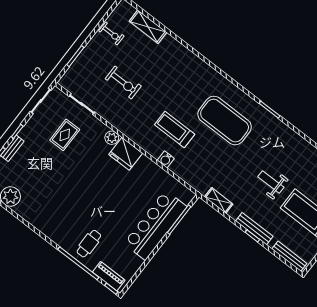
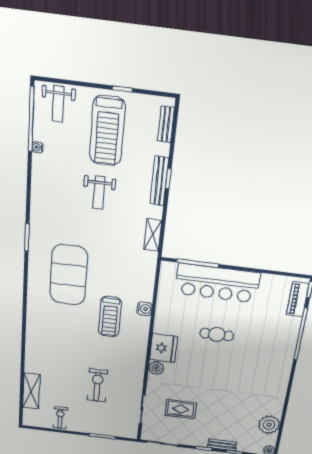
cafe table: (89, 244) -> (217, 334), moved
bench: (289, 256) -> (166, 125), width x0.73

